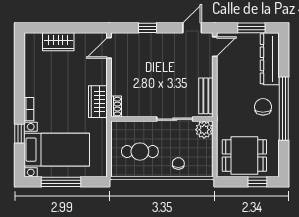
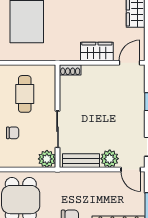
door: (109, 48) -> (130, 63), hinge flipped
plant: (204, 68) -> (110, 159), added
wardrobe: (98, 102) -> (97, 51), moved

